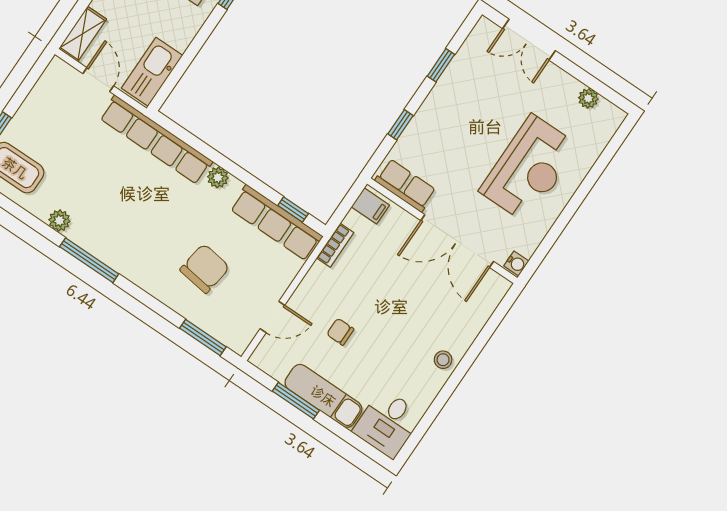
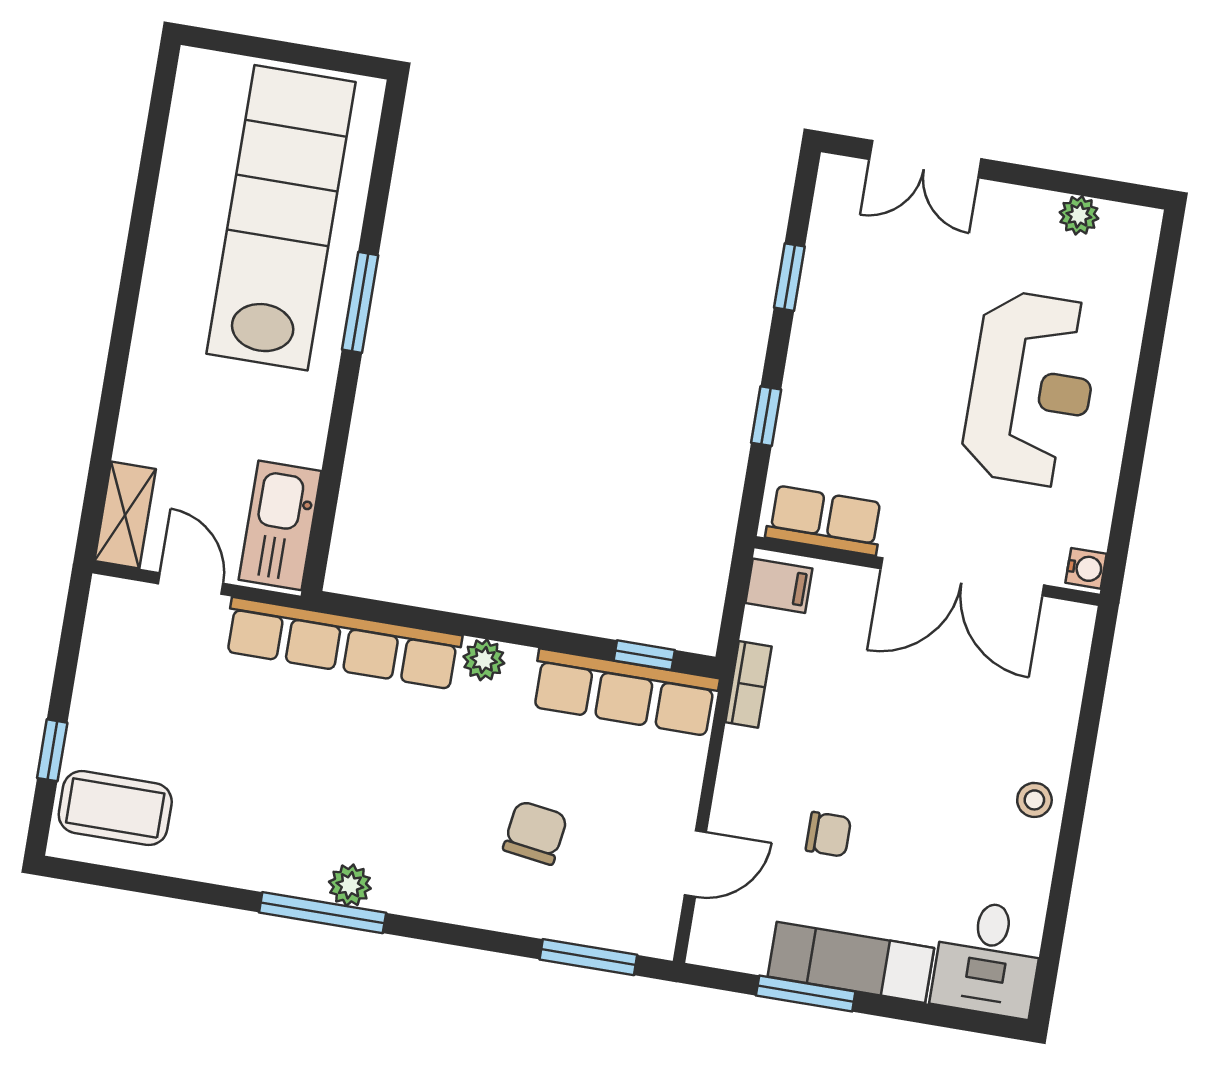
plant: (59, 221) -> (350, 885), moved
chair: (205, 269) -> (535, 833), width x0.73, depth x0.73
chair: (340, 332) -> (828, 834), turned 180

